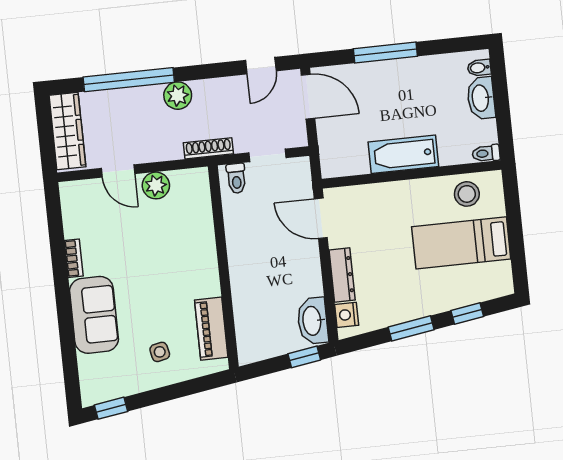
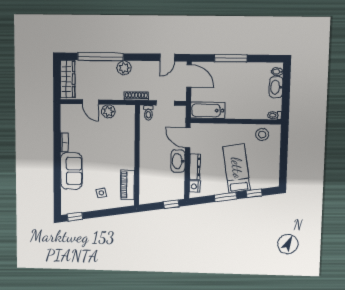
bathtub: (403, 154) -> (208, 110), moved
bed: (461, 243) -> (237, 168), moved, turned 81
washbasin: (313, 321) -> (178, 161), moved

